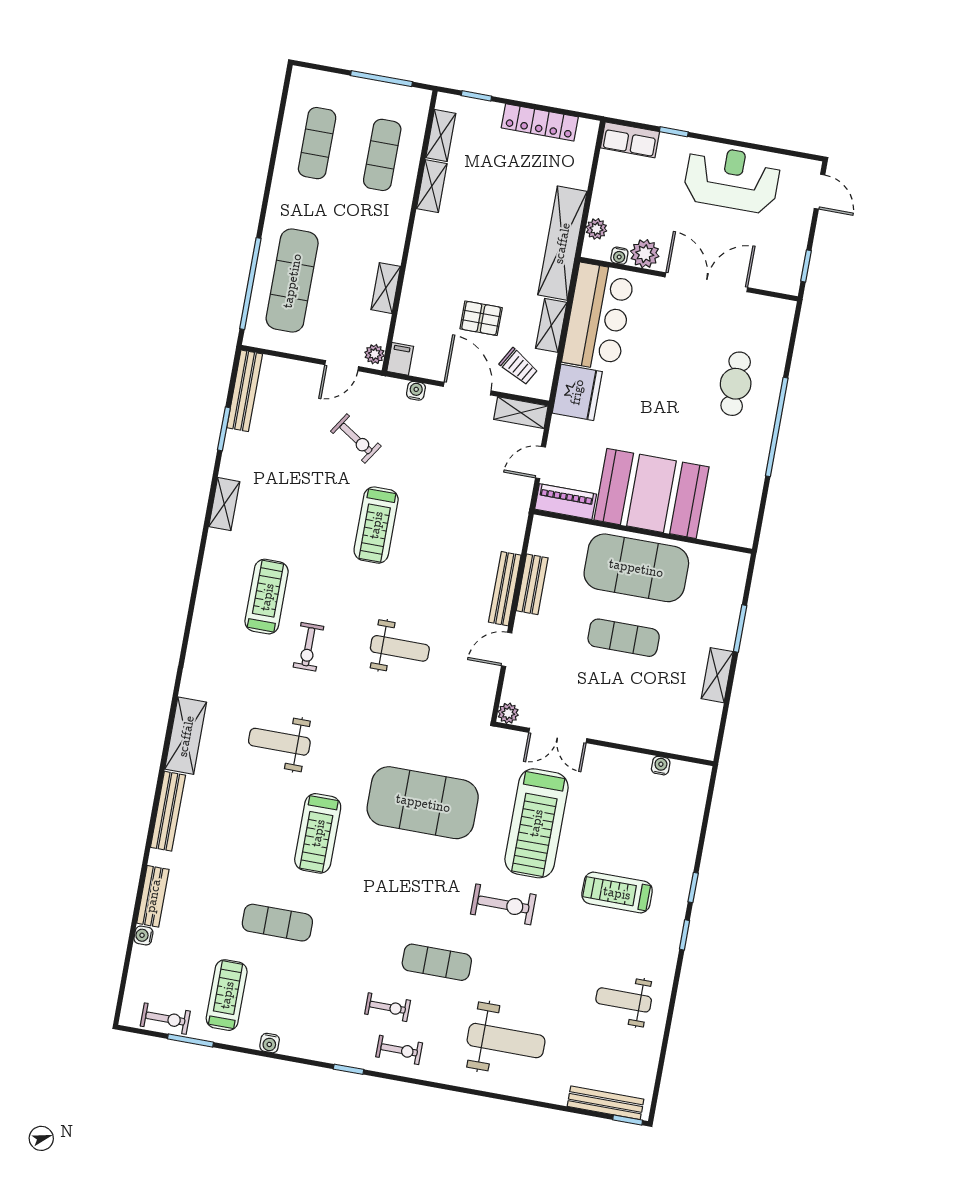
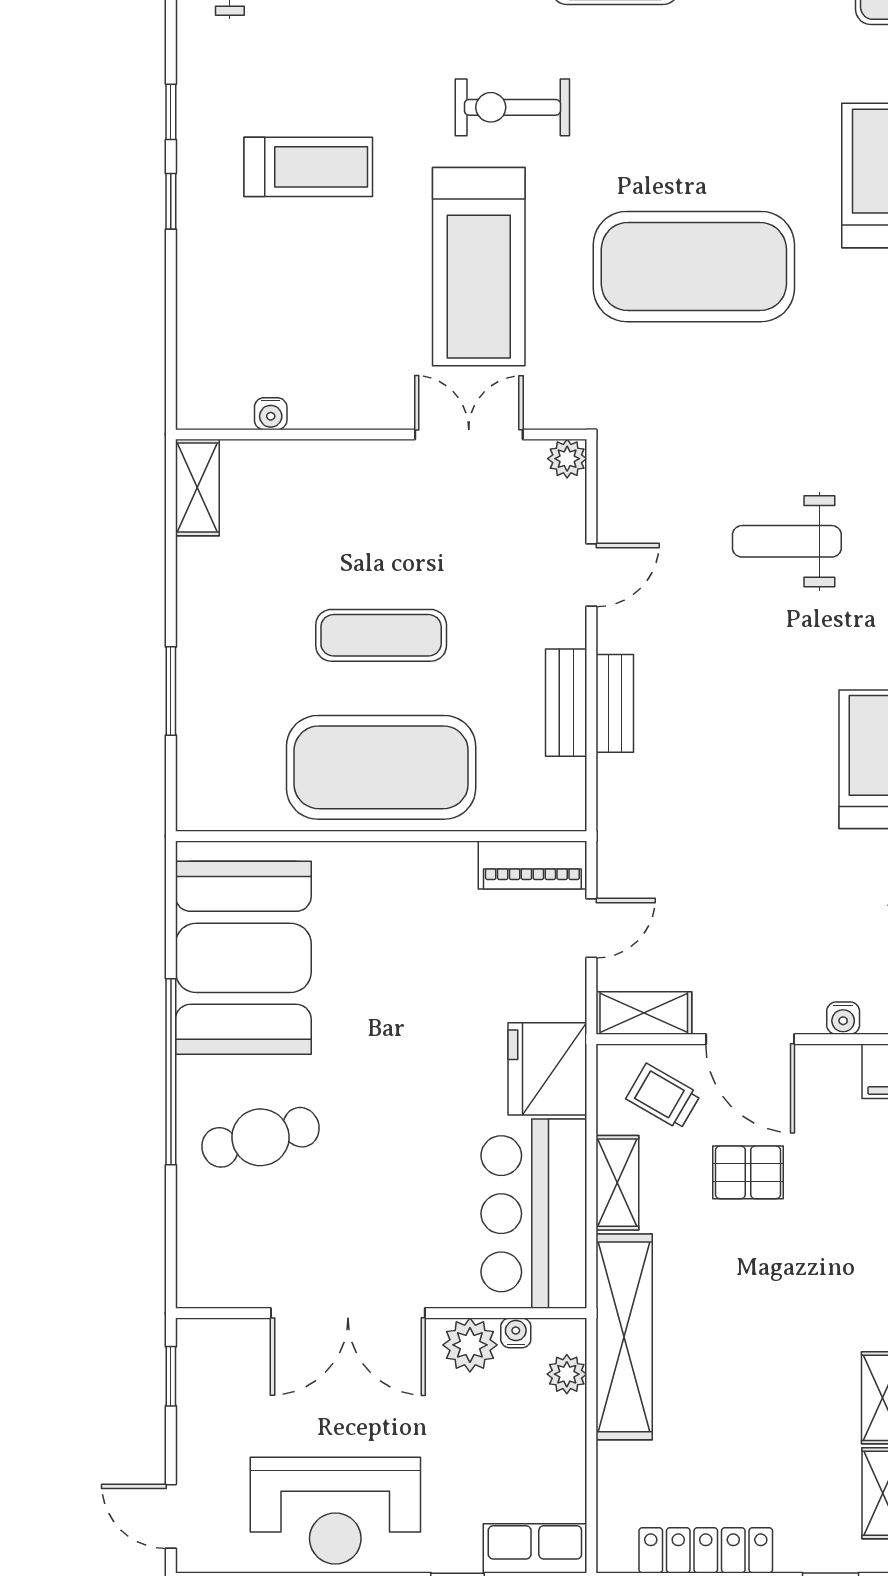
cafe table: (736, 384) -> (260, 1137), turned 76
booth: (652, 493) -> (243, 958), moved, turned 90
bench: (505, 589) -> (615, 703), width x0.73
shelving: (717, 675) -> (197, 488), moved
treadmill: (536, 823) -> (479, 267), turned 180

